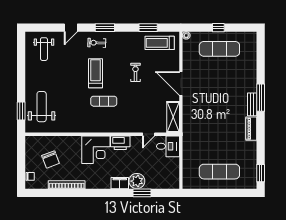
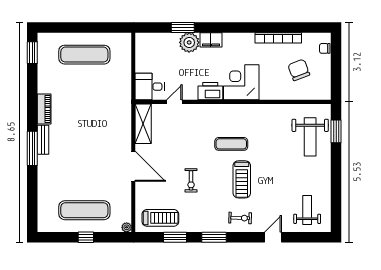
window: (105, 28) -> (214, 237), moved

